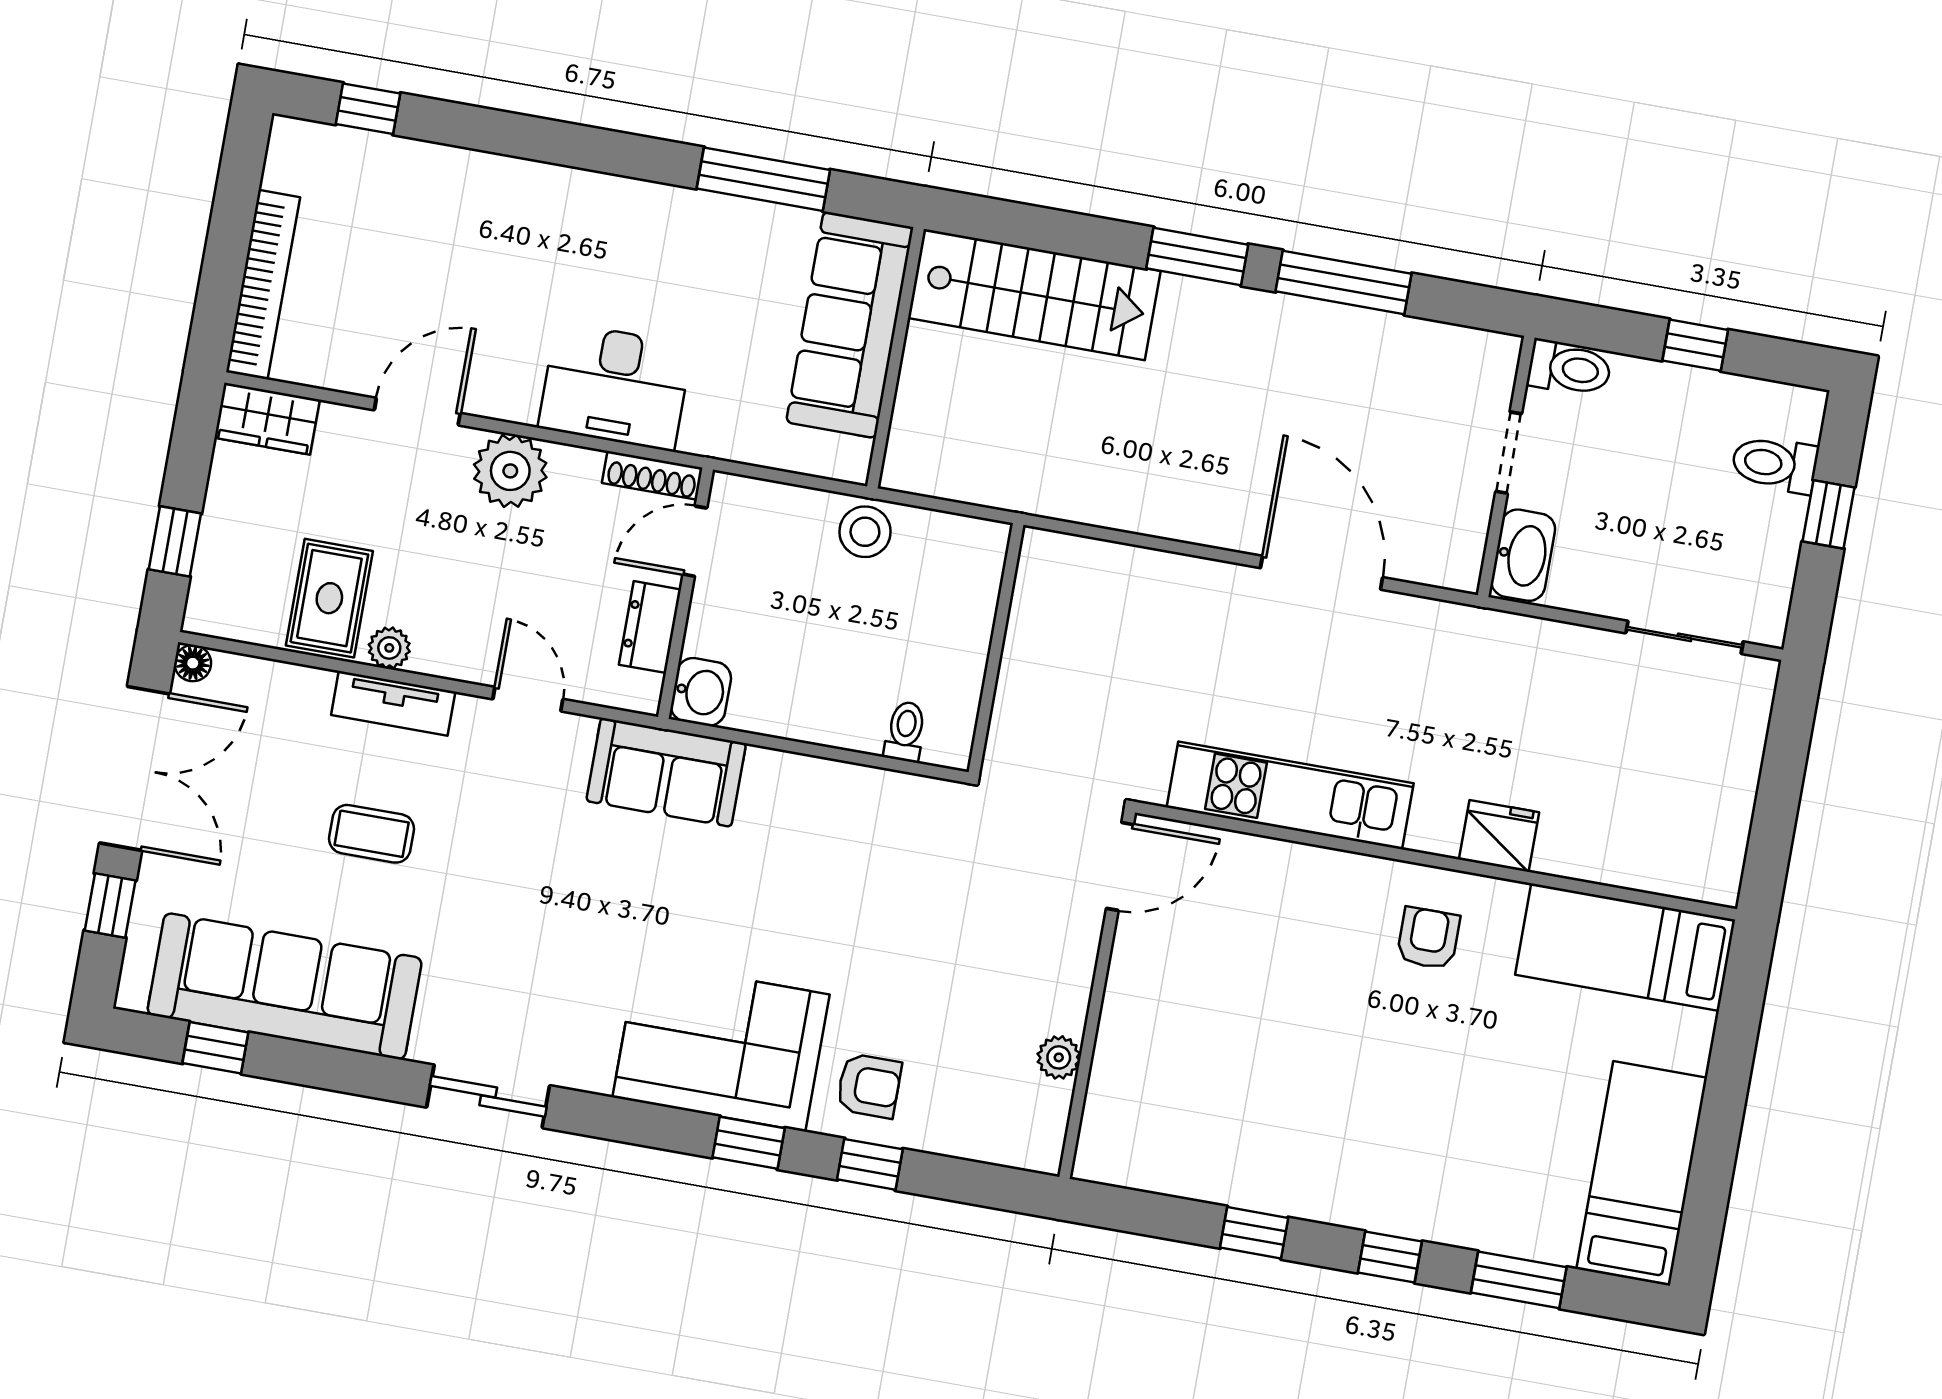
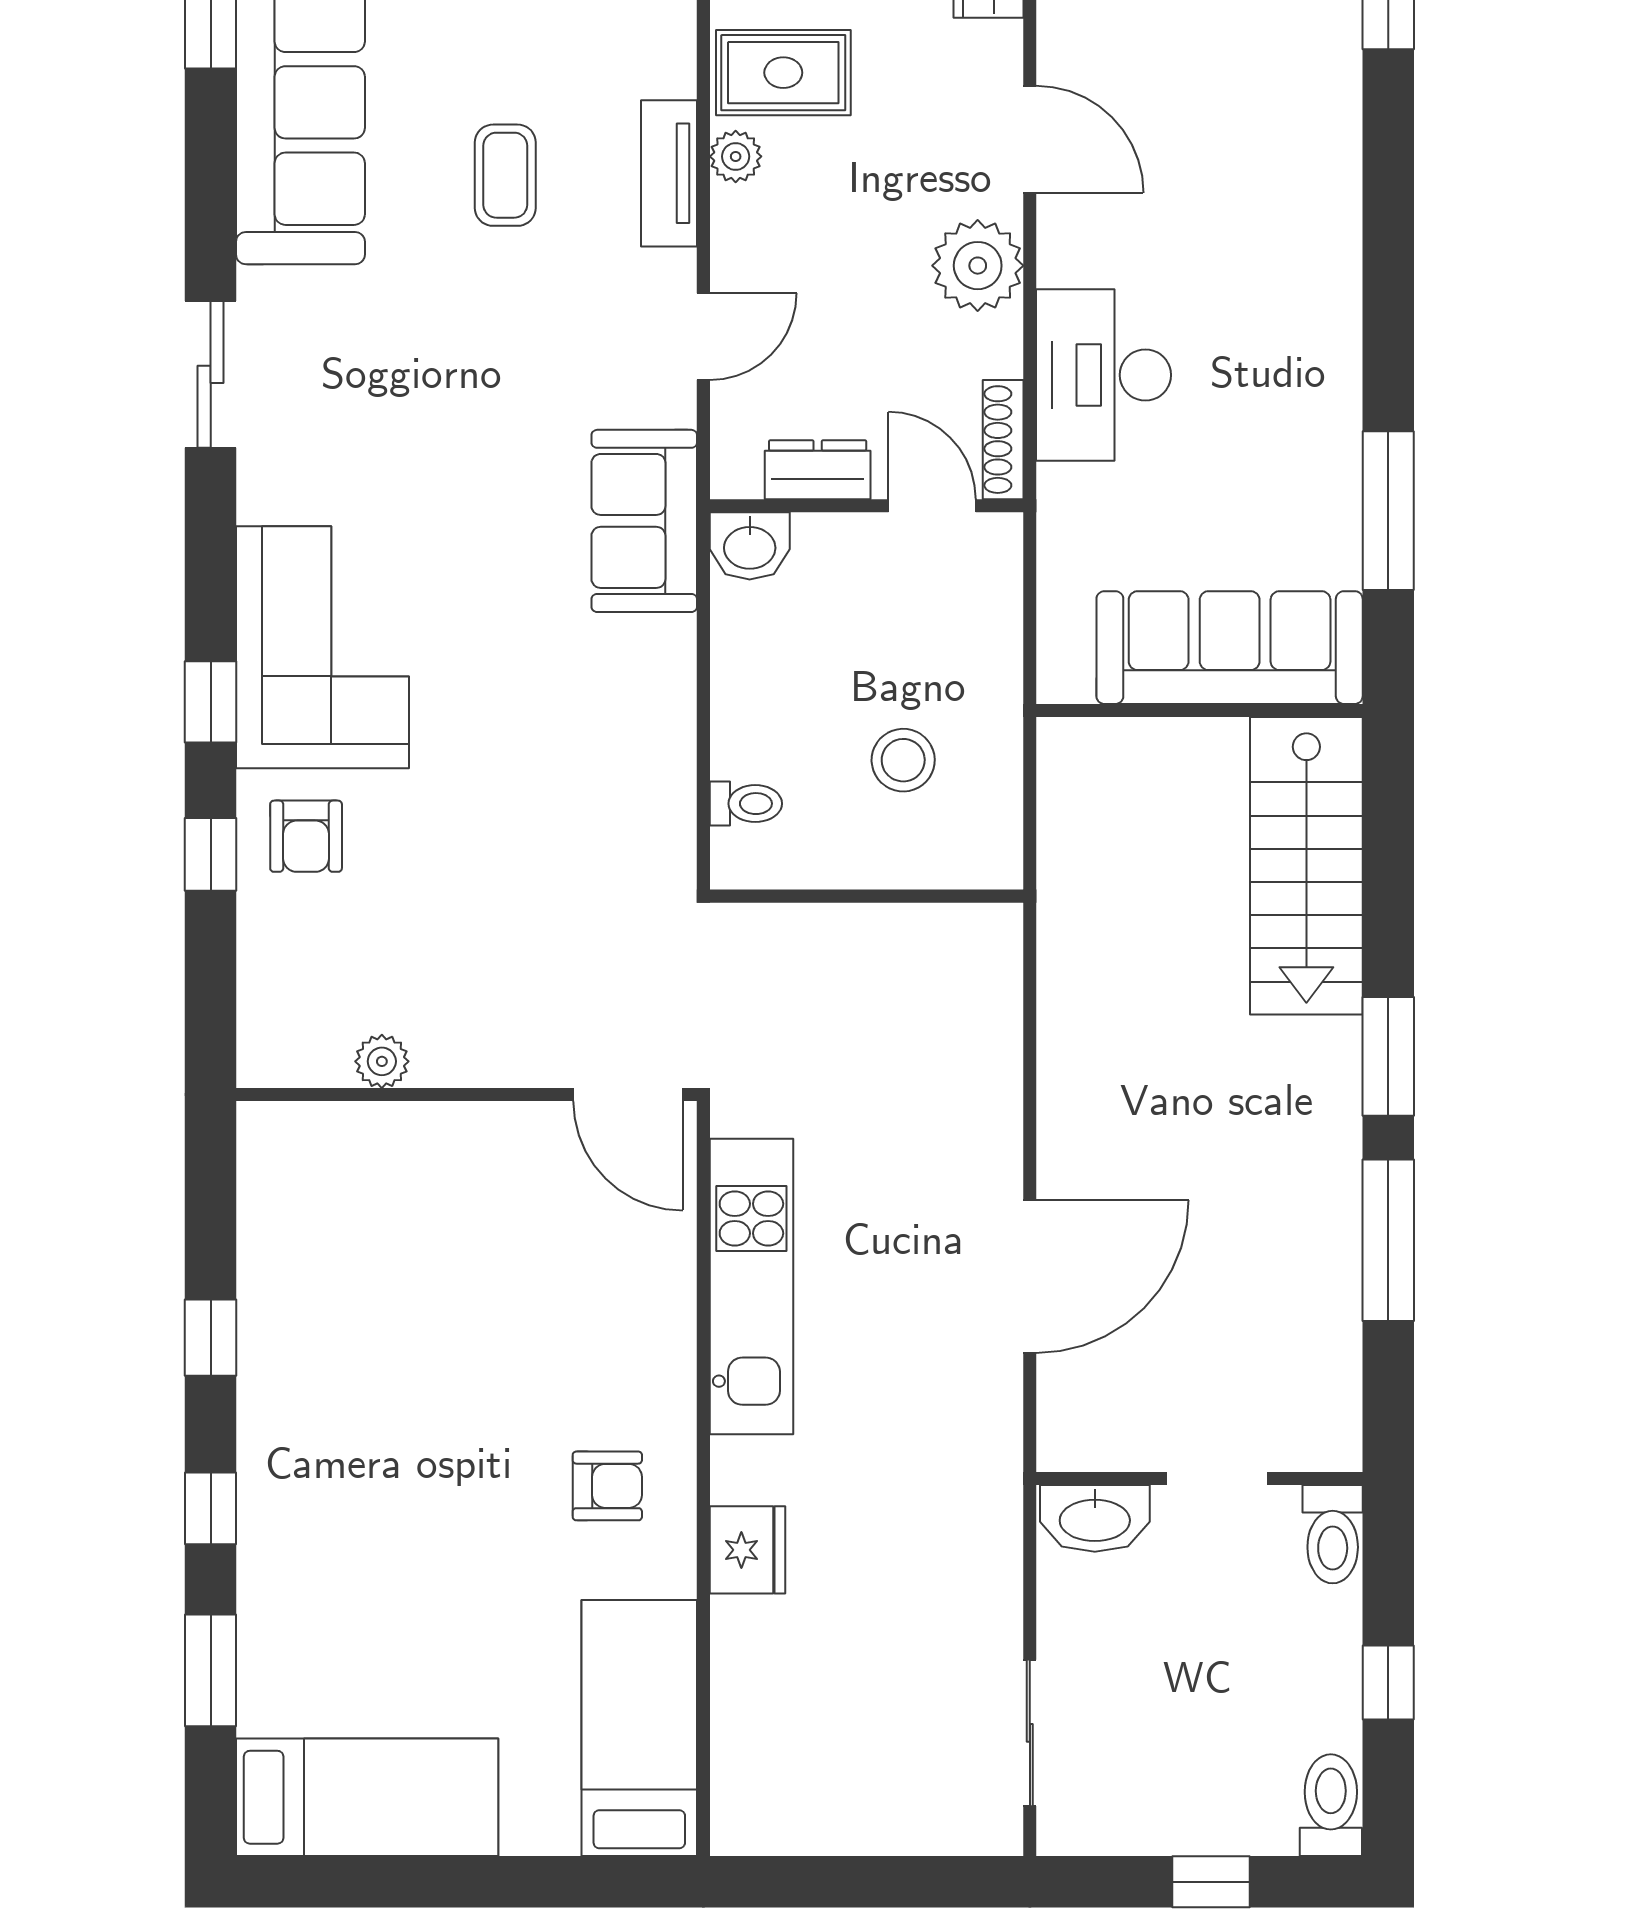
toilet: (1775, 464) -> (1331, 1805), moved
stool: (865, 532) -> (903, 760), moved

